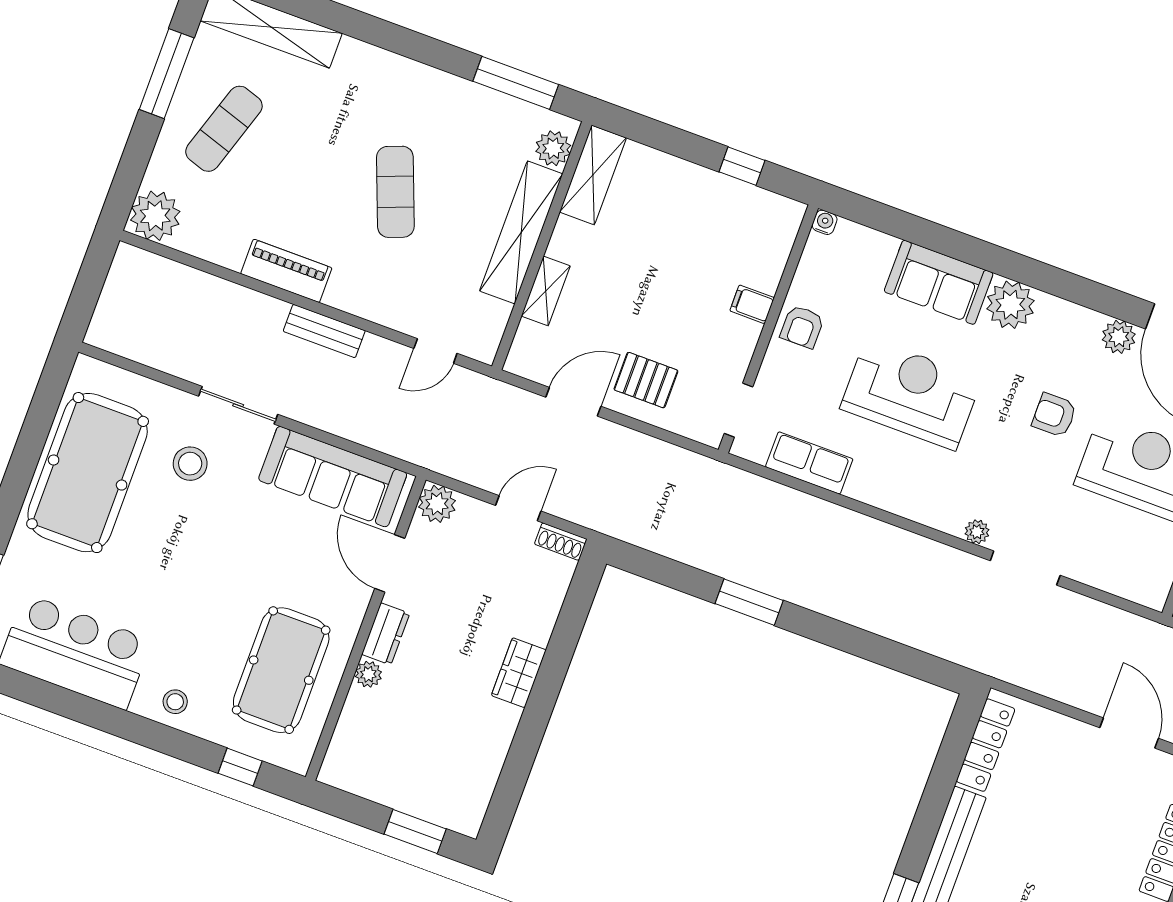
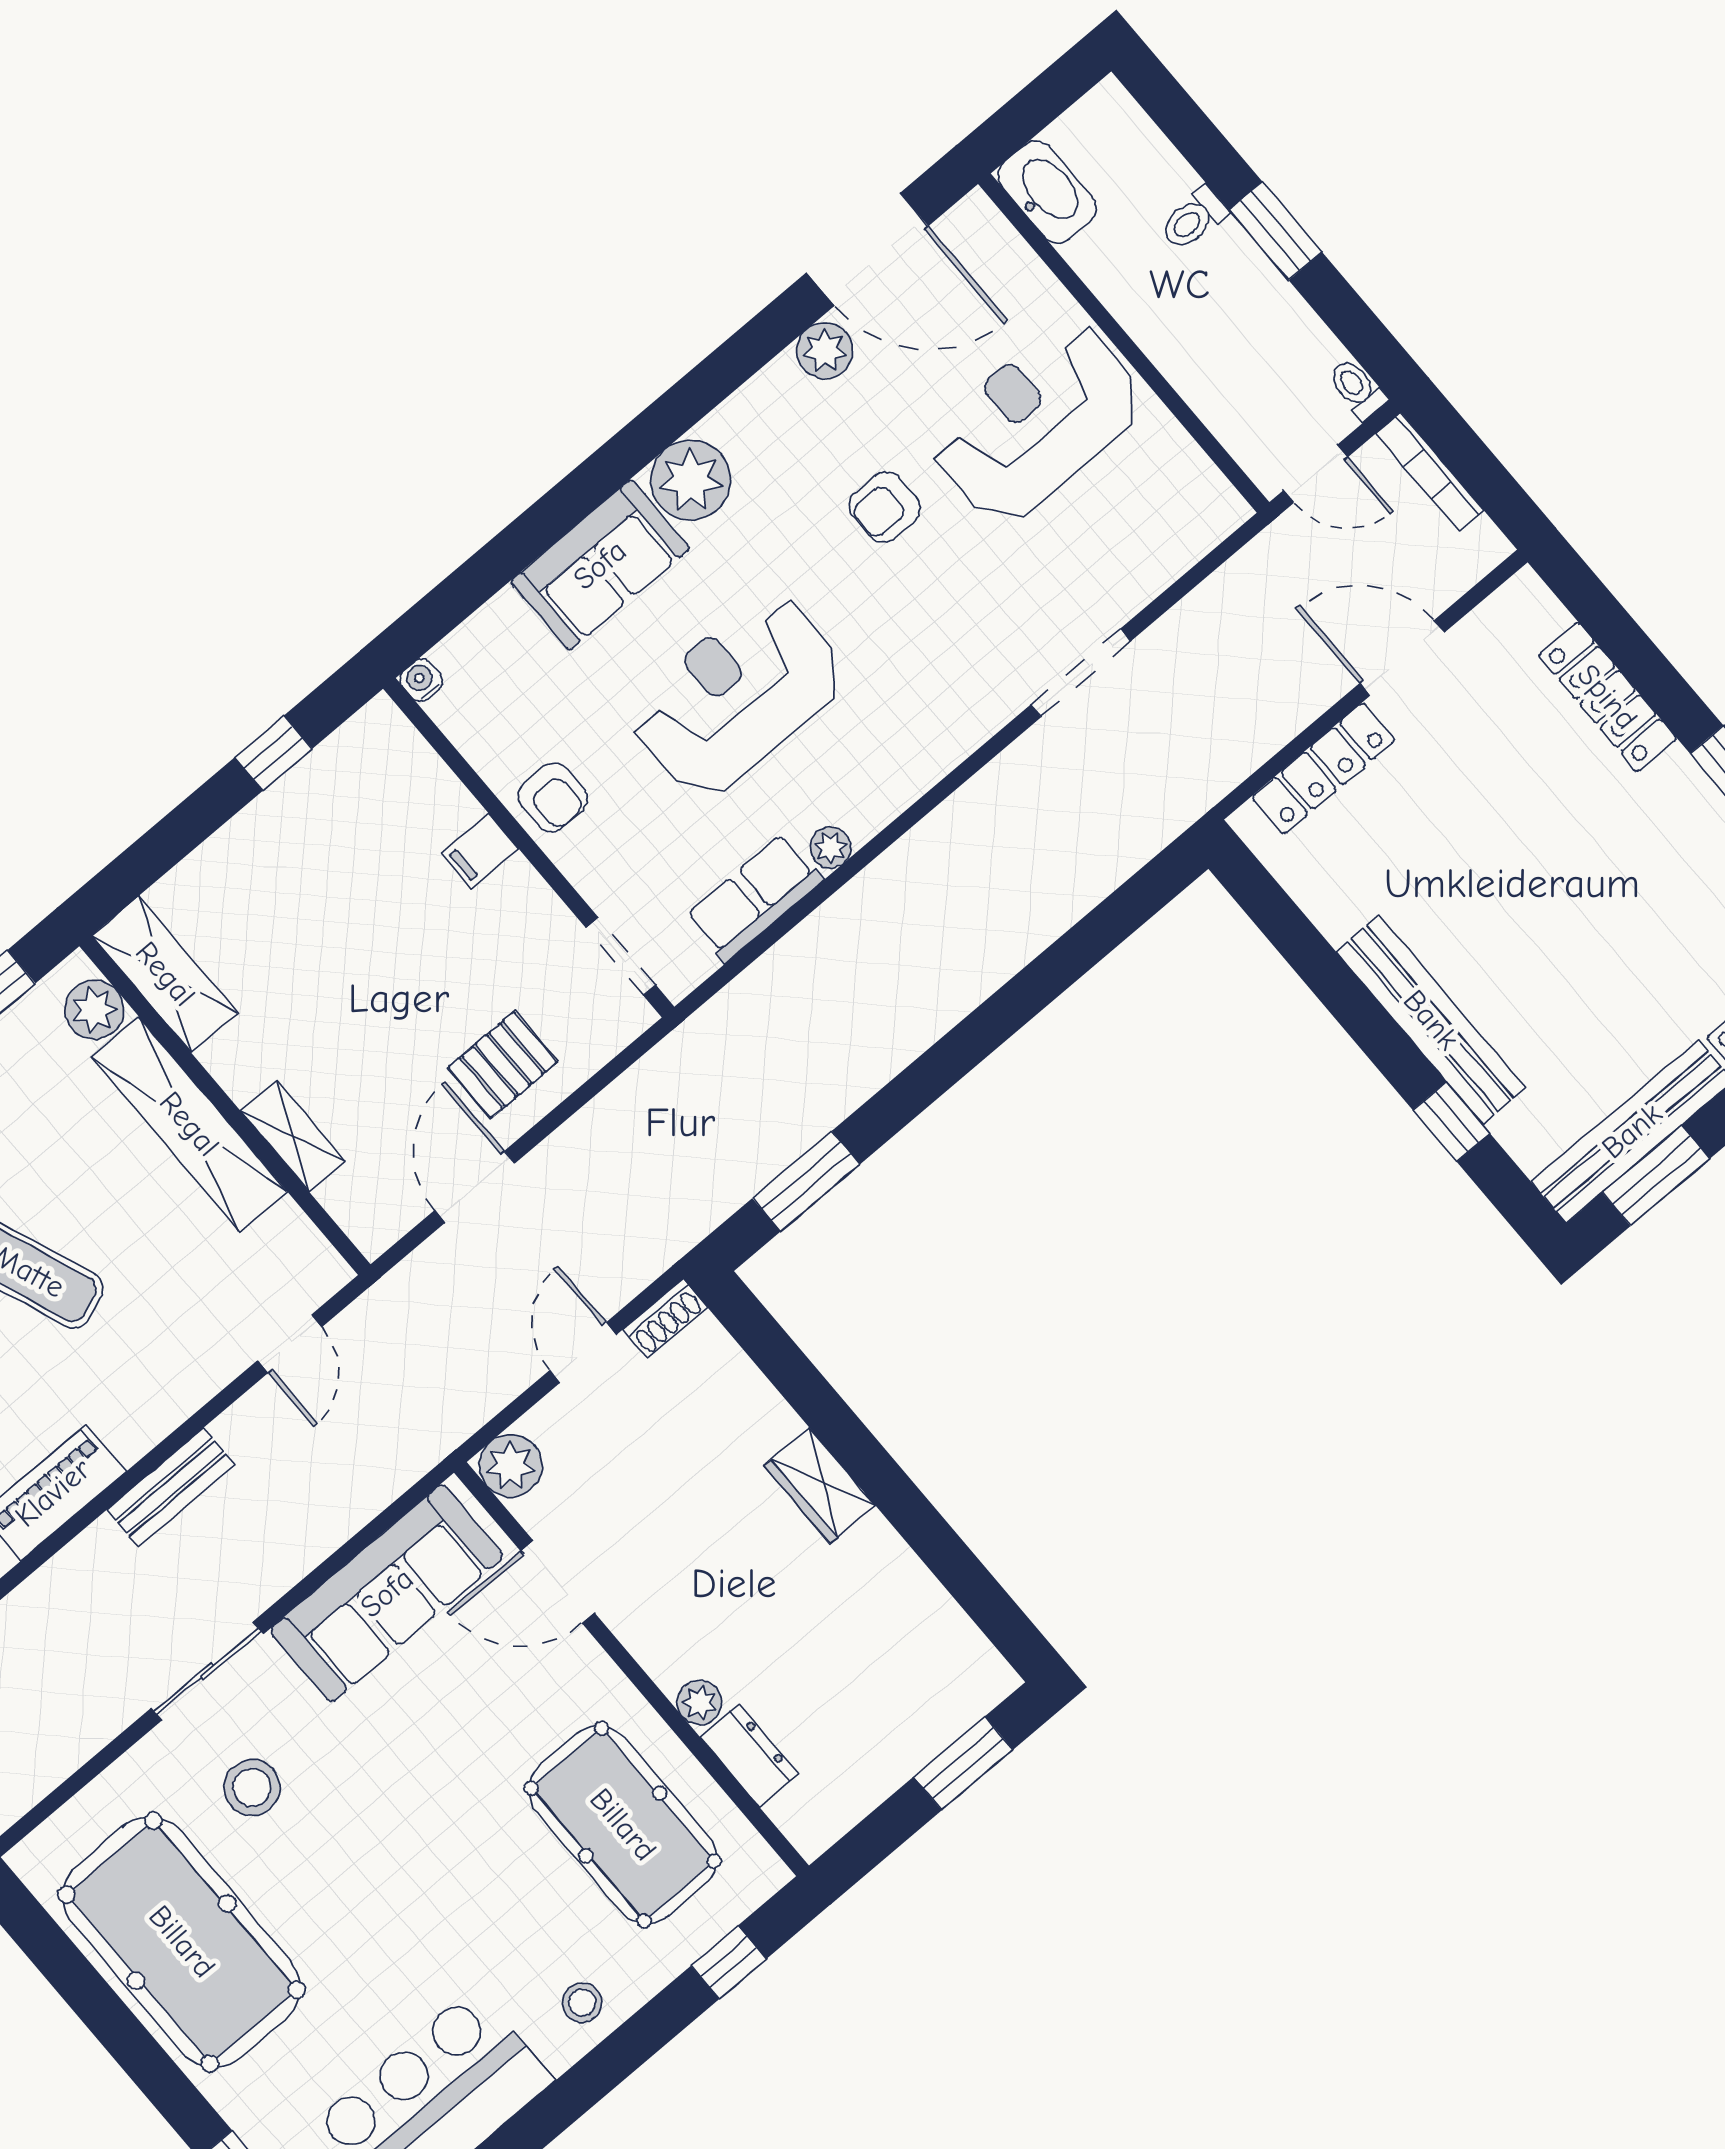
plant: (977, 532) -> (830, 848), moved
window: (749, 602) -> (806, 1181), moved
dresser: (386, 634) -> (749, 1755), moved
locker: (986, 745) -> (1323, 769), moved, turned 90

